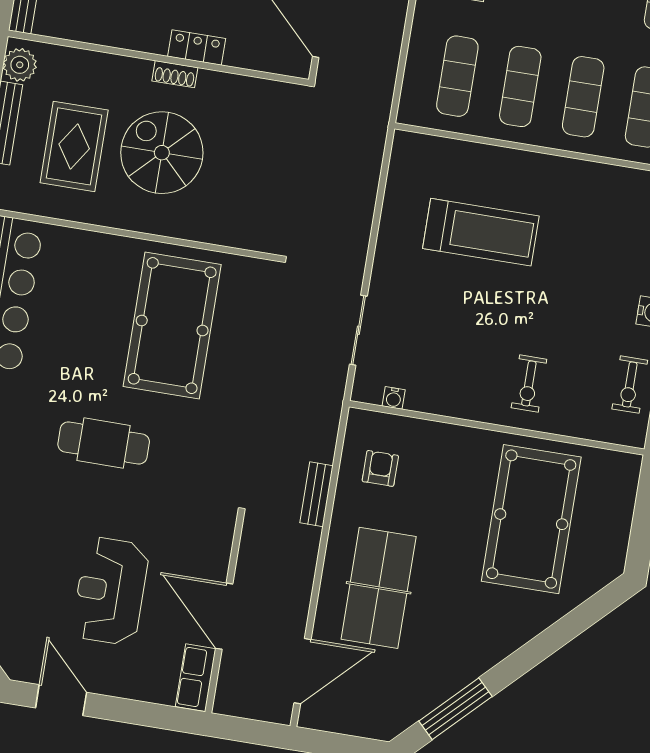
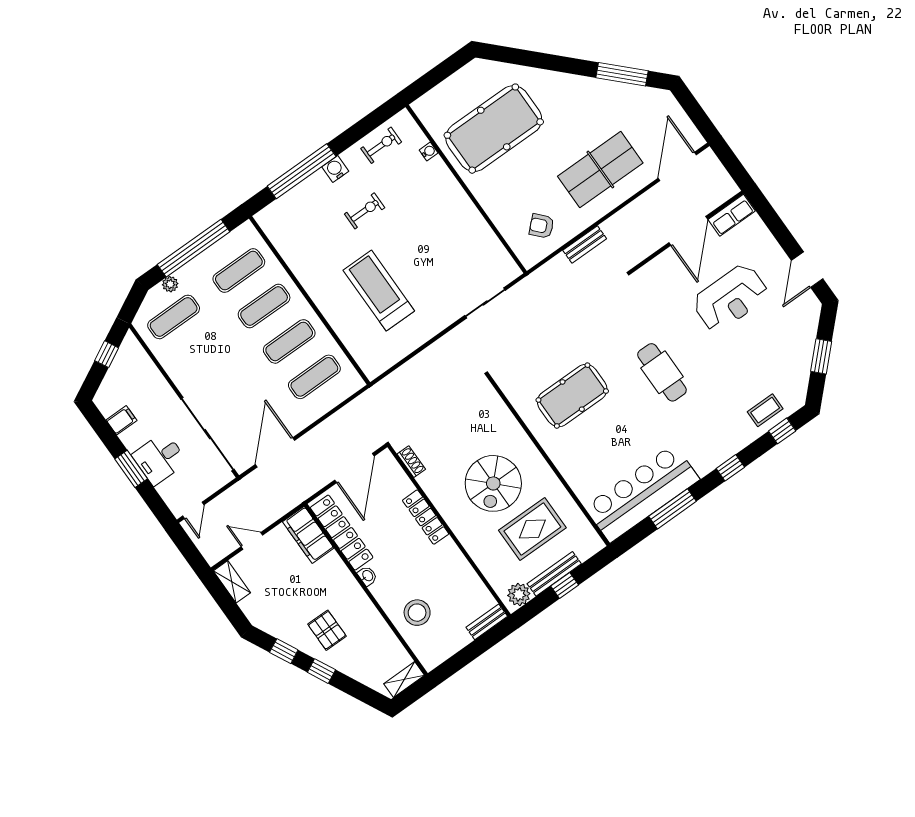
locker: (197, 47) -> (426, 517), width x1.53
shoe rack: (175, 74) -> (411, 462), moved
pool table: (172, 326) -> (572, 396), width x0.73, depth x0.76
exercise bike: (529, 383) -> (365, 211), moved
water cooler: (394, 398) -> (429, 151), moved
armchair: (380, 468) -> (542, 226), turned 47
door: (302, 671) -> (677, 166), hinge flipped

